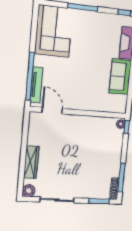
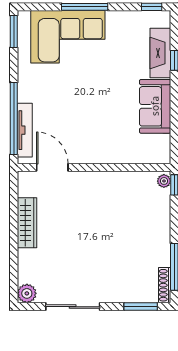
window: (35, 18) -> (14, 31), added
corner sofa: (54, 31) -> (68, 37), moved, turned 90
wardrobe: (31, 162) -> (27, 223), moved

